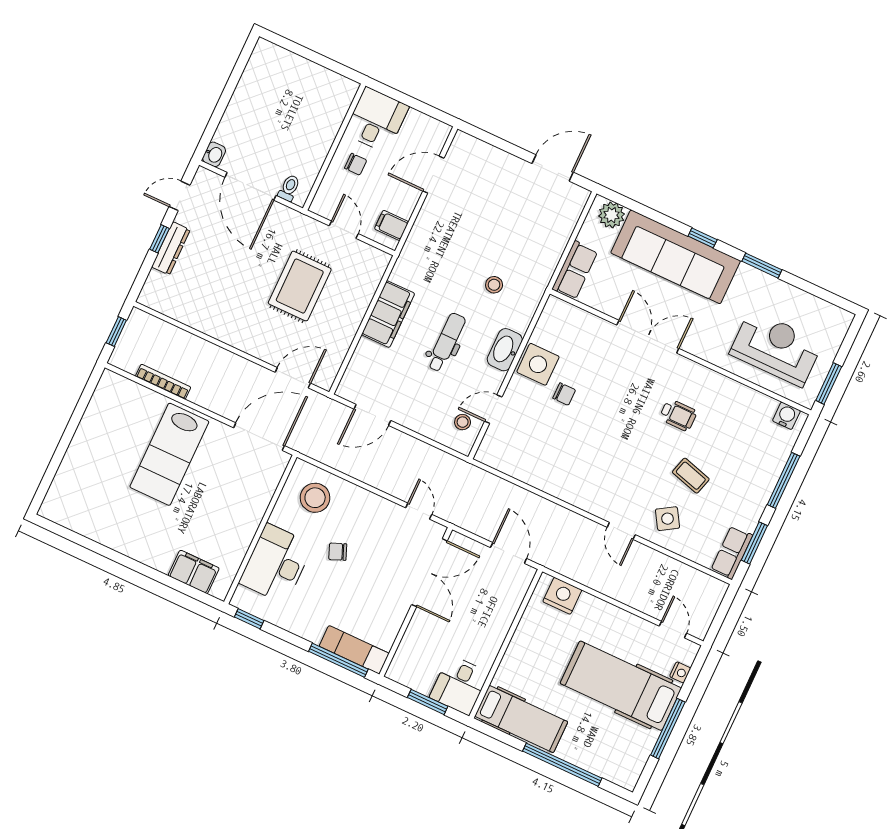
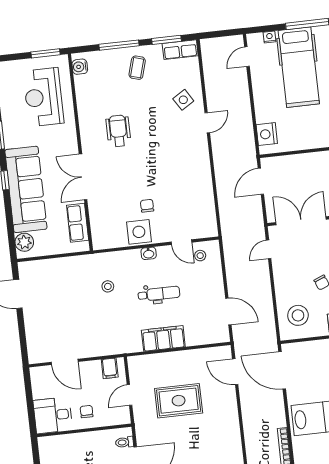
row of seats: (575, 270) -> (78, 223), moved, turned -90
dental chair: (446, 342) -> (159, 294), turned 180
washbasin: (505, 350) -> (149, 253), width x0.52, depth x0.69
wheelchair: (678, 415) -> (118, 131), width x1.36, depth x1.37
coffee table: (691, 476) -> (137, 68), moved

